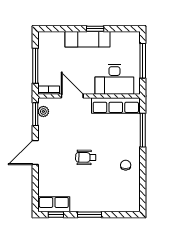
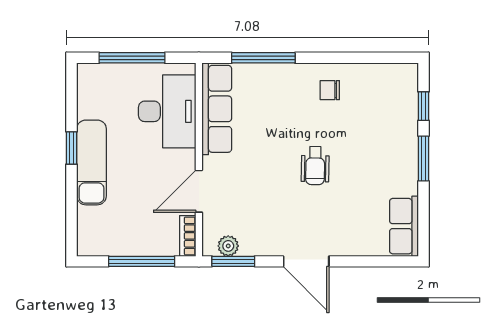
window: (56, 215) -> (423, 106), moved

